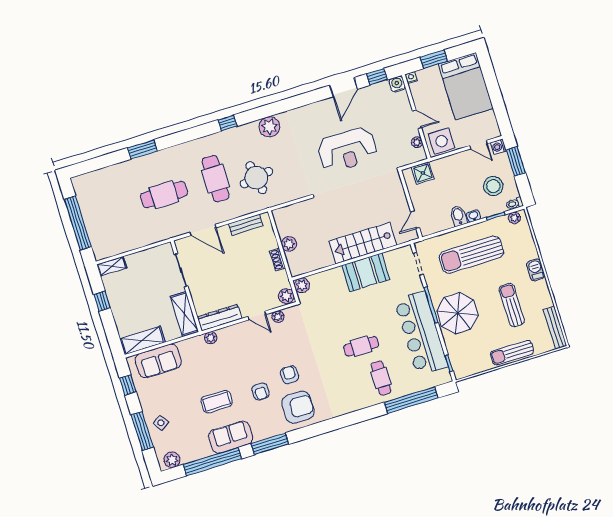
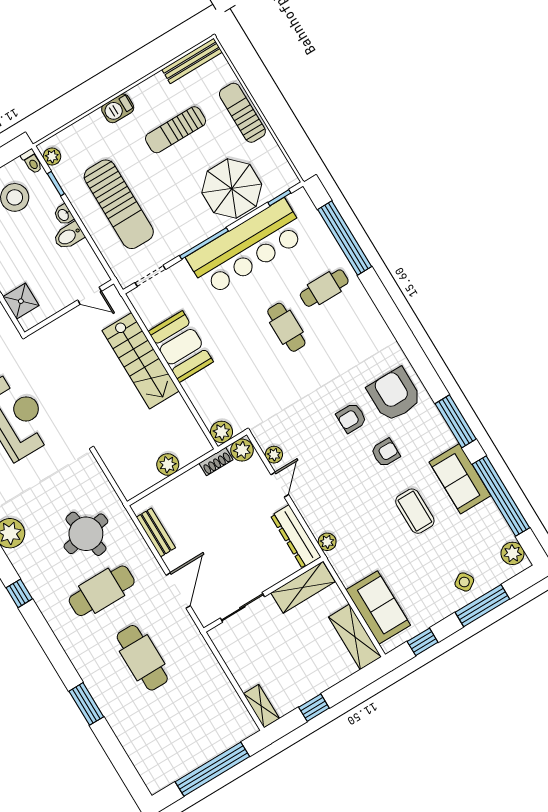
shoe rack: (278, 259) -> (216, 462), moved
parasol: (457, 313) -> (232, 189), moved
sun lounger: (512, 353) -> (242, 113), turned 180

